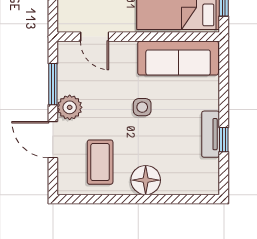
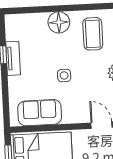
sofa: (178, 58) -> (40, 113), width x0.73

